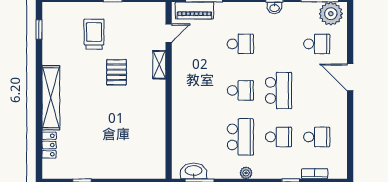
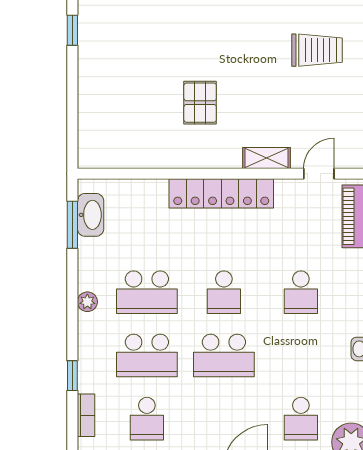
door: (169, 33) -> (319, 174), swing flipped
pallet: (117, 72) -> (200, 103), moved, turned 90
locker: (181, 92) -> (221, 193), added
school desk: (278, 137) -> (147, 355), width x1.85

